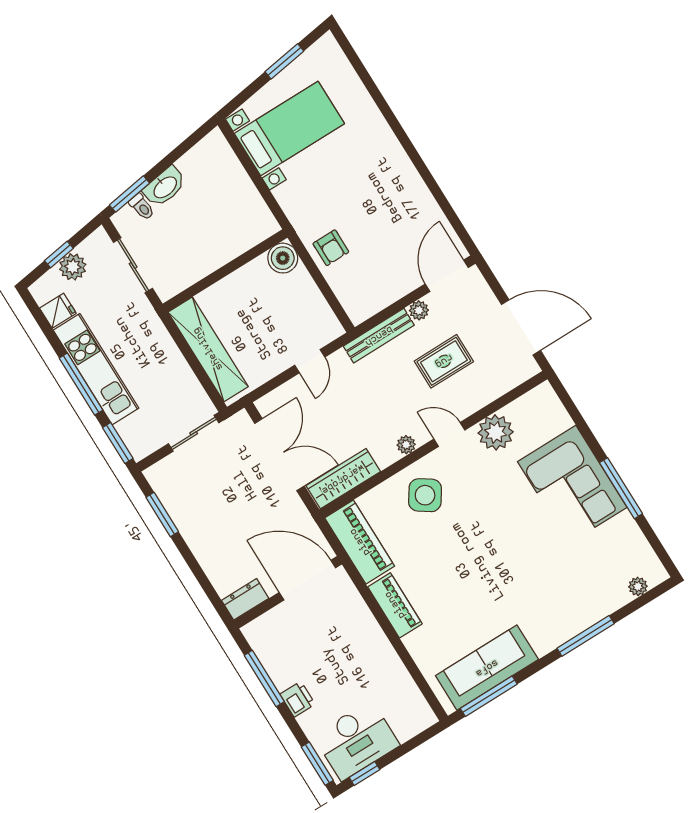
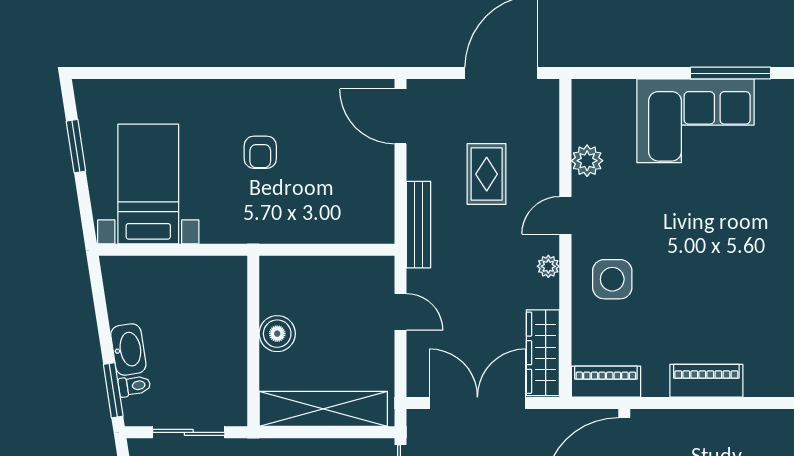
armchair: (331, 248) -> (260, 152), moved, turned 90
boiler: (283, 258) -> (277, 334), moved
plant: (419, 310) -> (418, 167), removed
plant: (496, 432) -> (587, 161), width x0.73, depth x0.73
side table: (425, 495) -> (612, 279), turned -34
piano: (360, 542) -> (606, 382), width x0.73, depth x0.75

